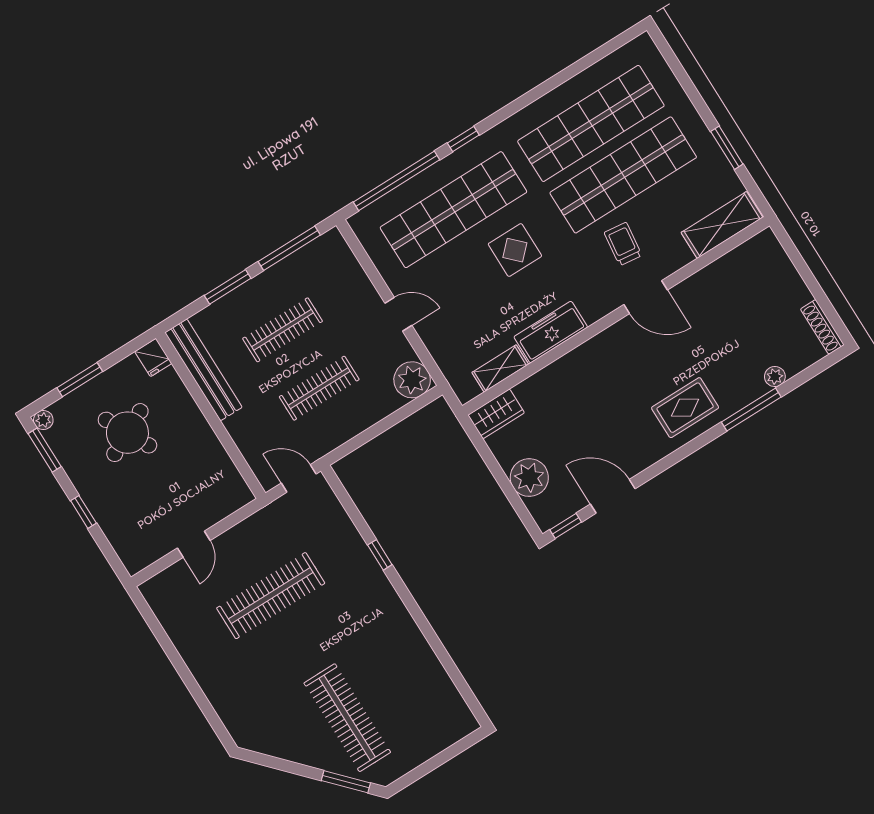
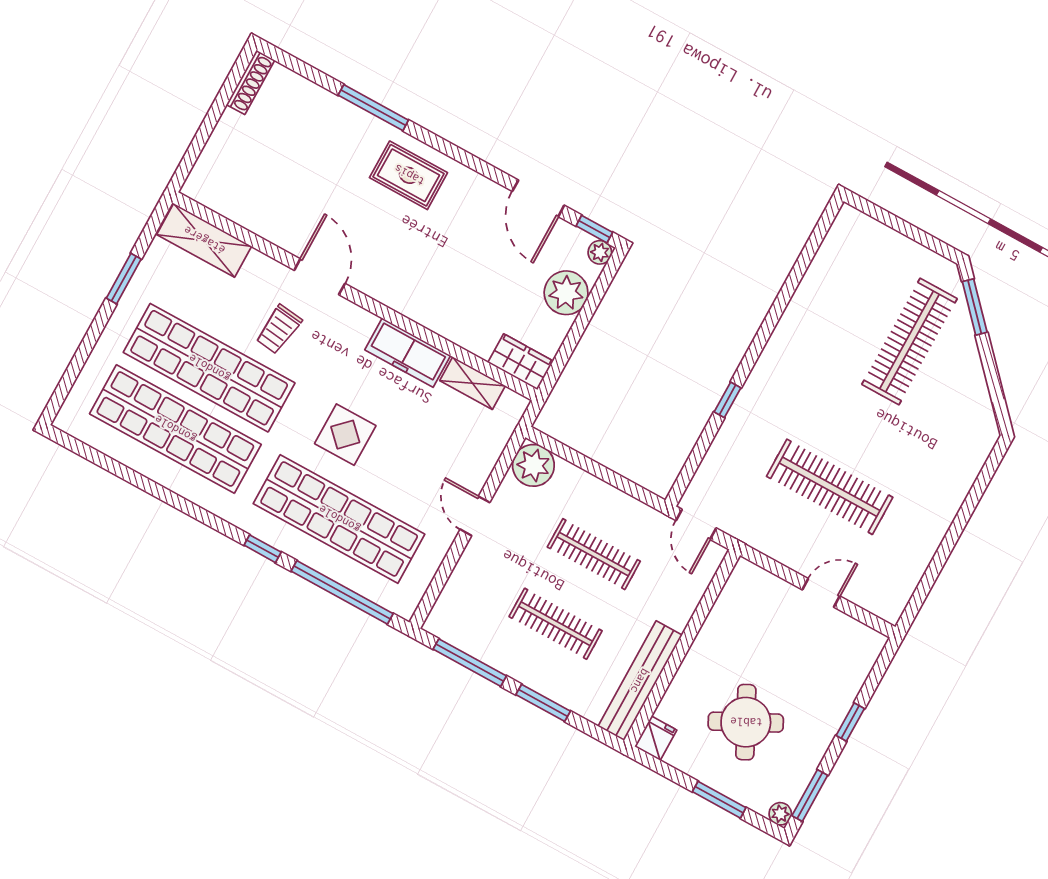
plant: (775, 377) -> (600, 252), moved

